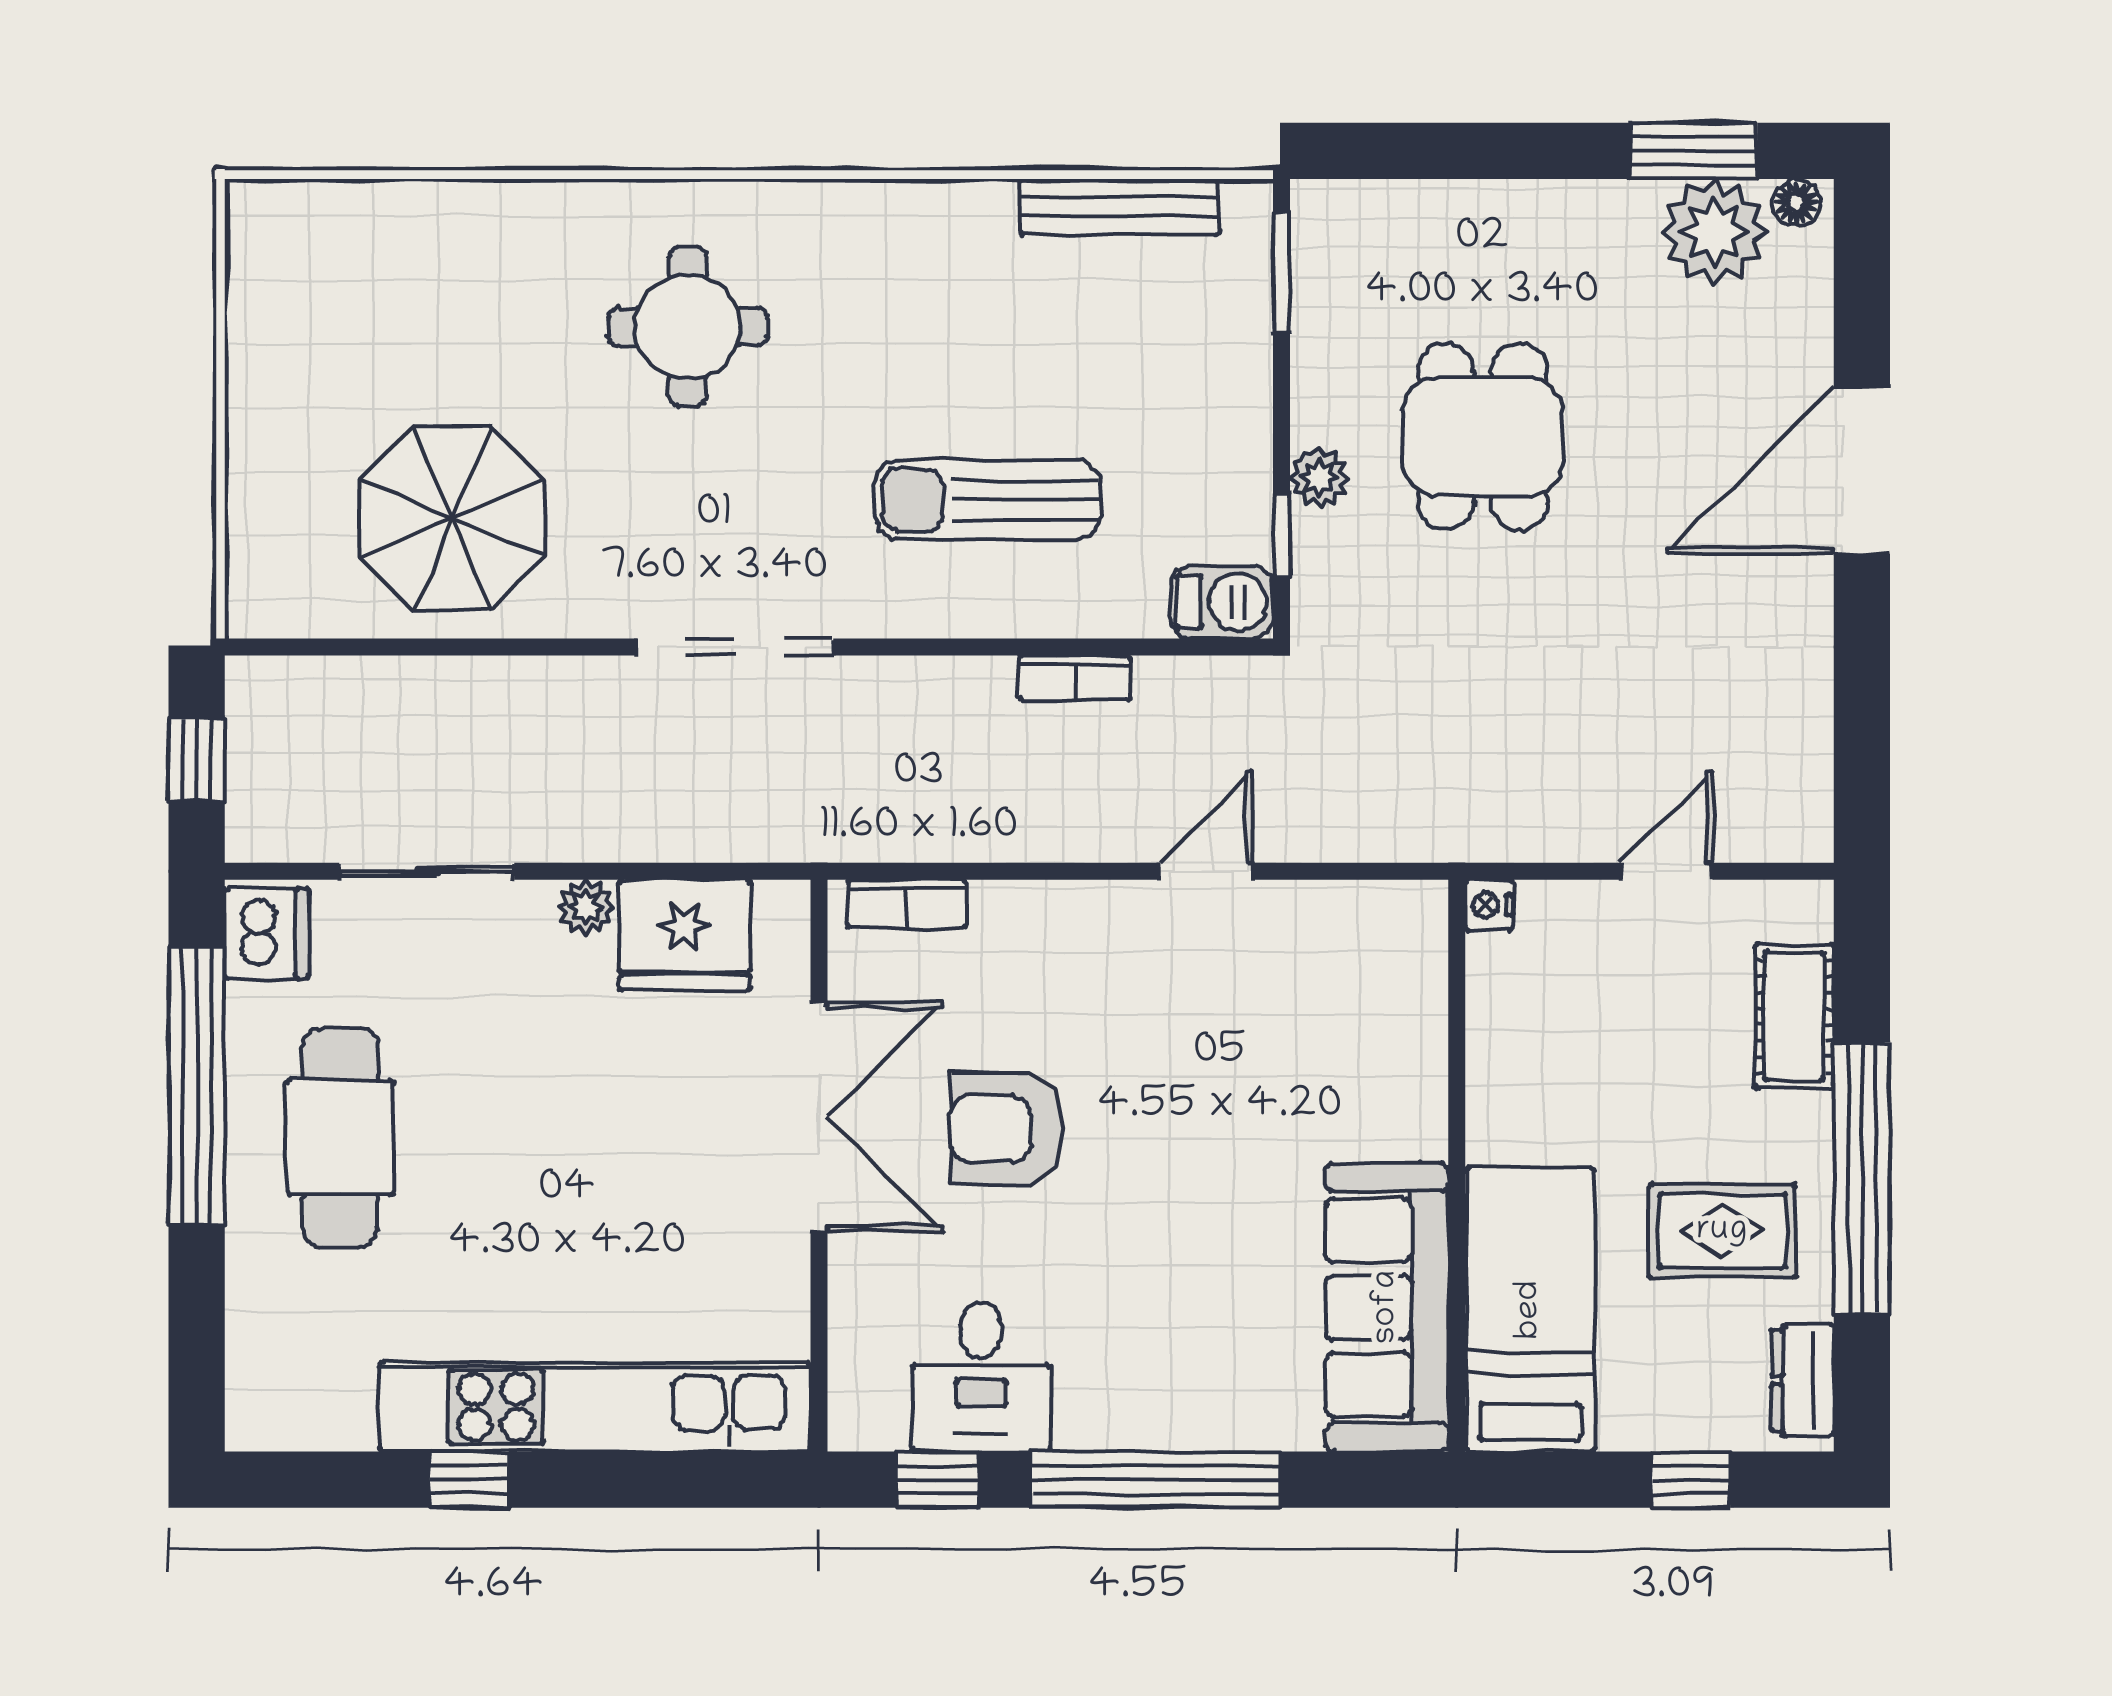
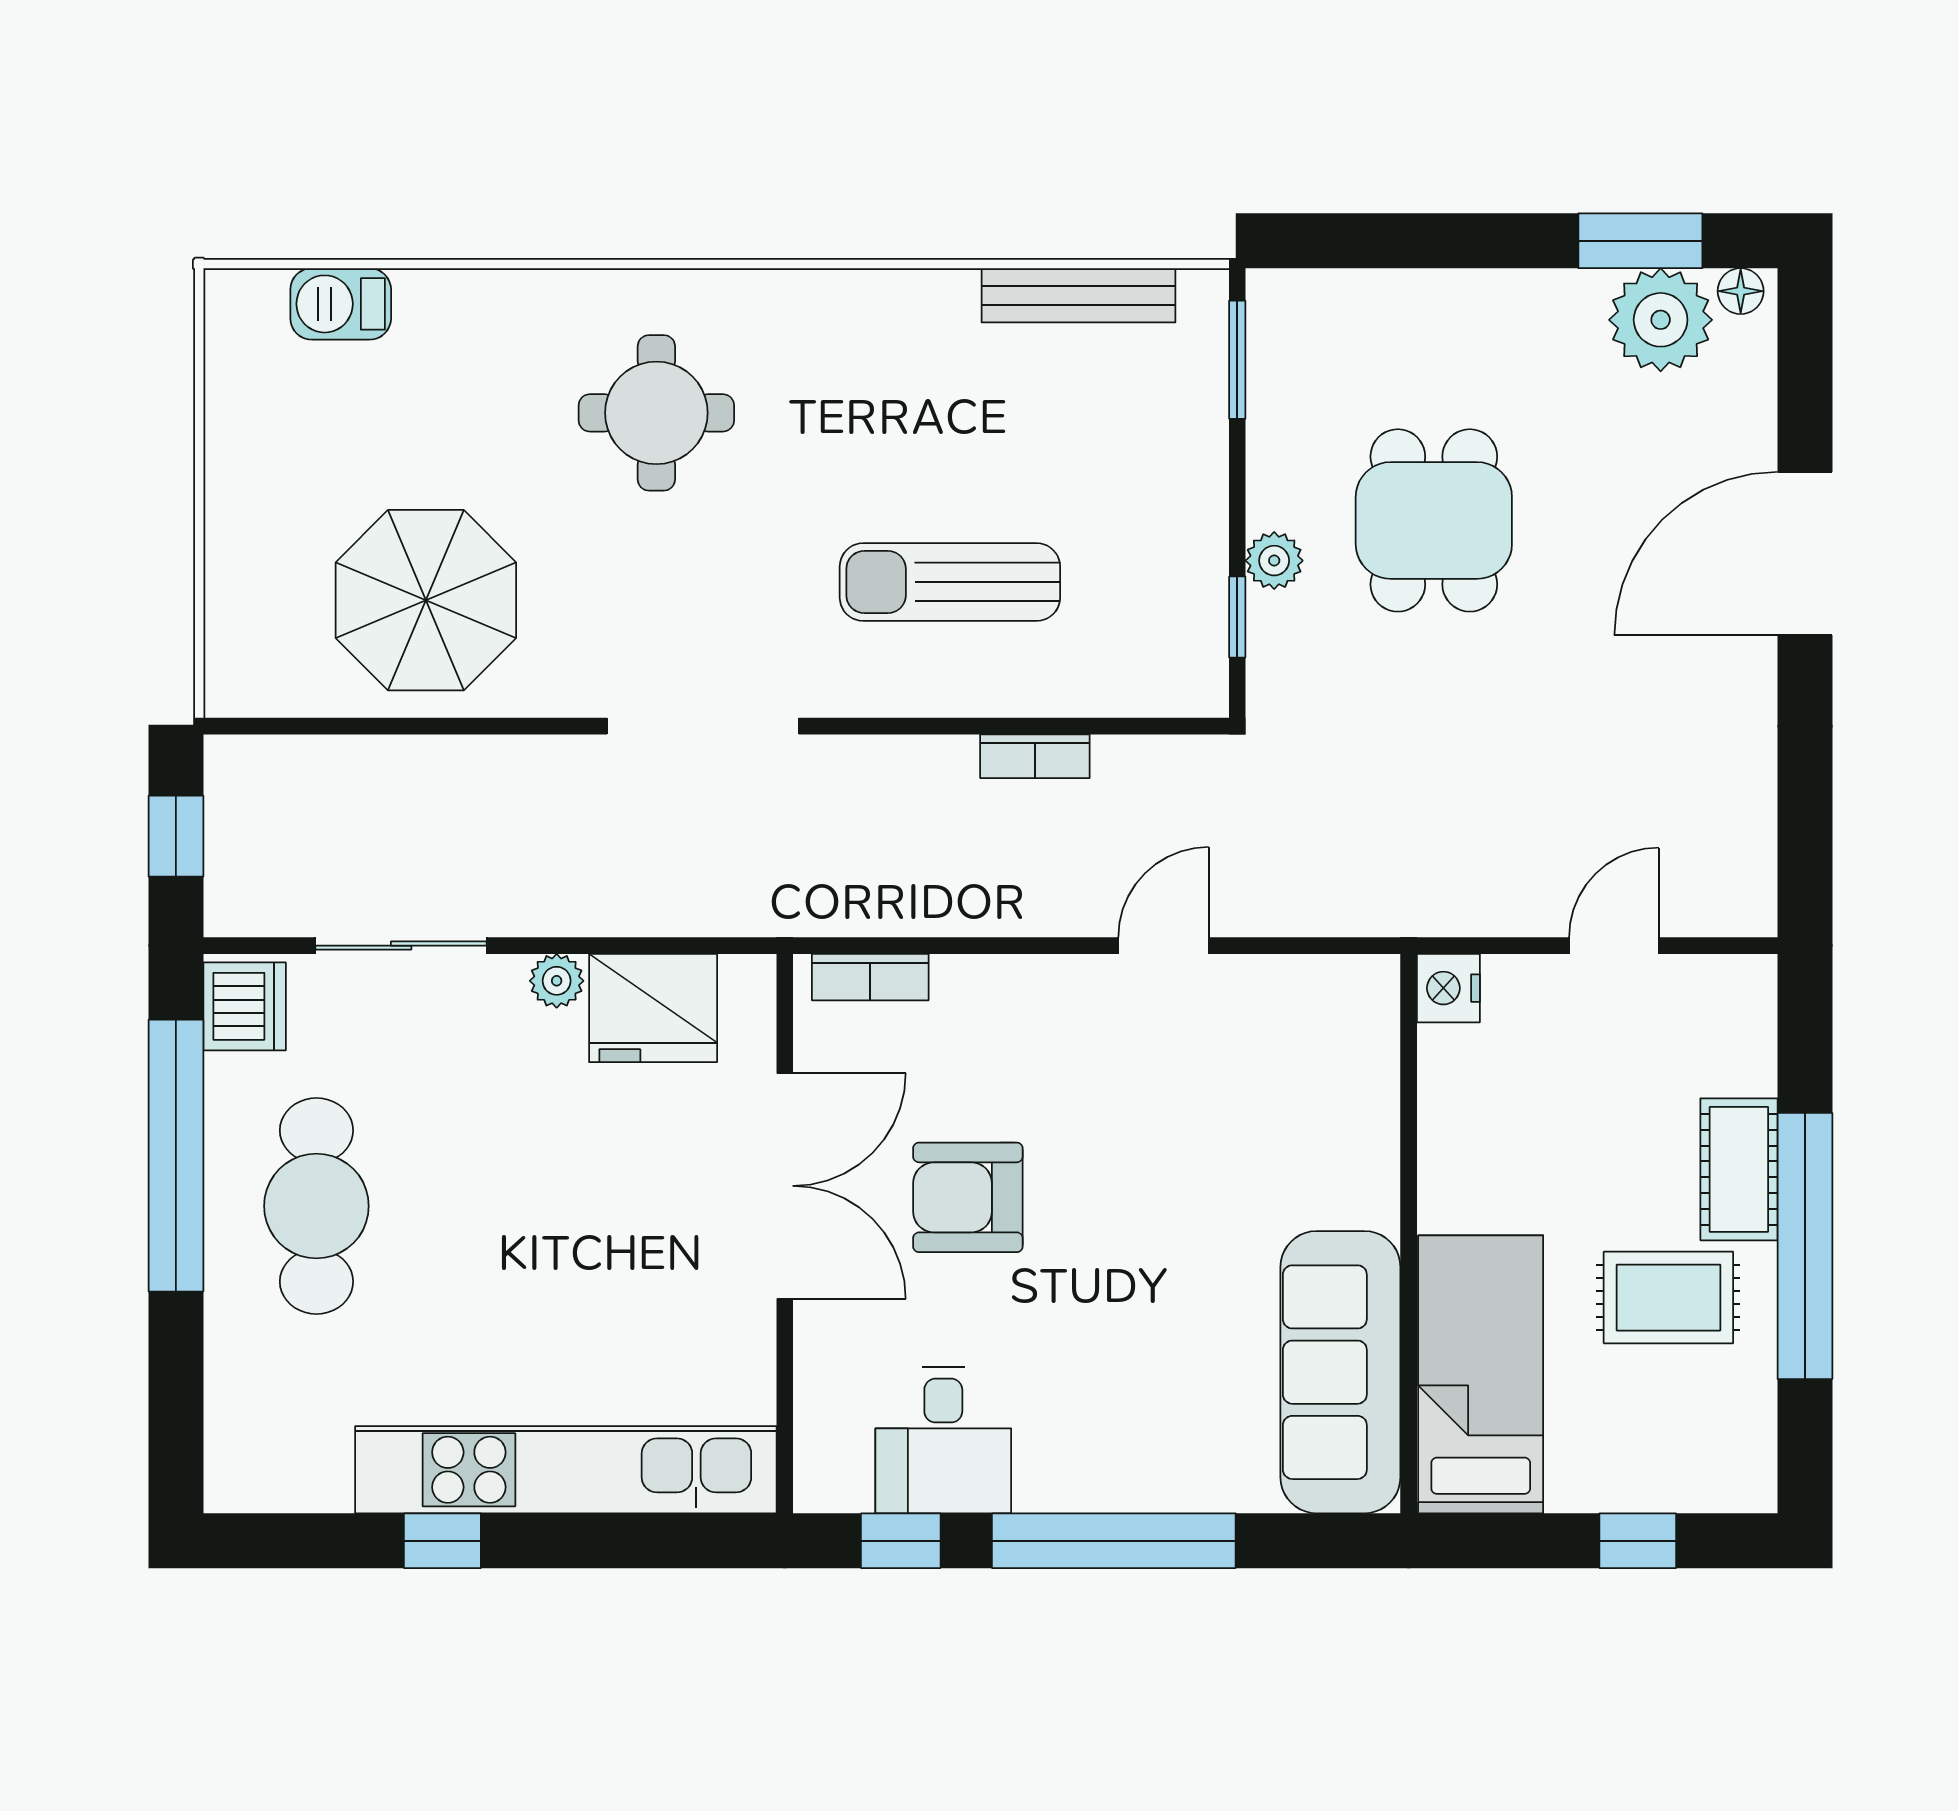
barbecue: (1222, 602) -> (341, 304), moved, turned 180
nightstand: (1489, 905) -> (1448, 988), width x1.39, depth x1.35
cot: (1794, 1016) -> (1739, 1169), moved
dresser: (1803, 1380) -> (1747, 1443), removed

